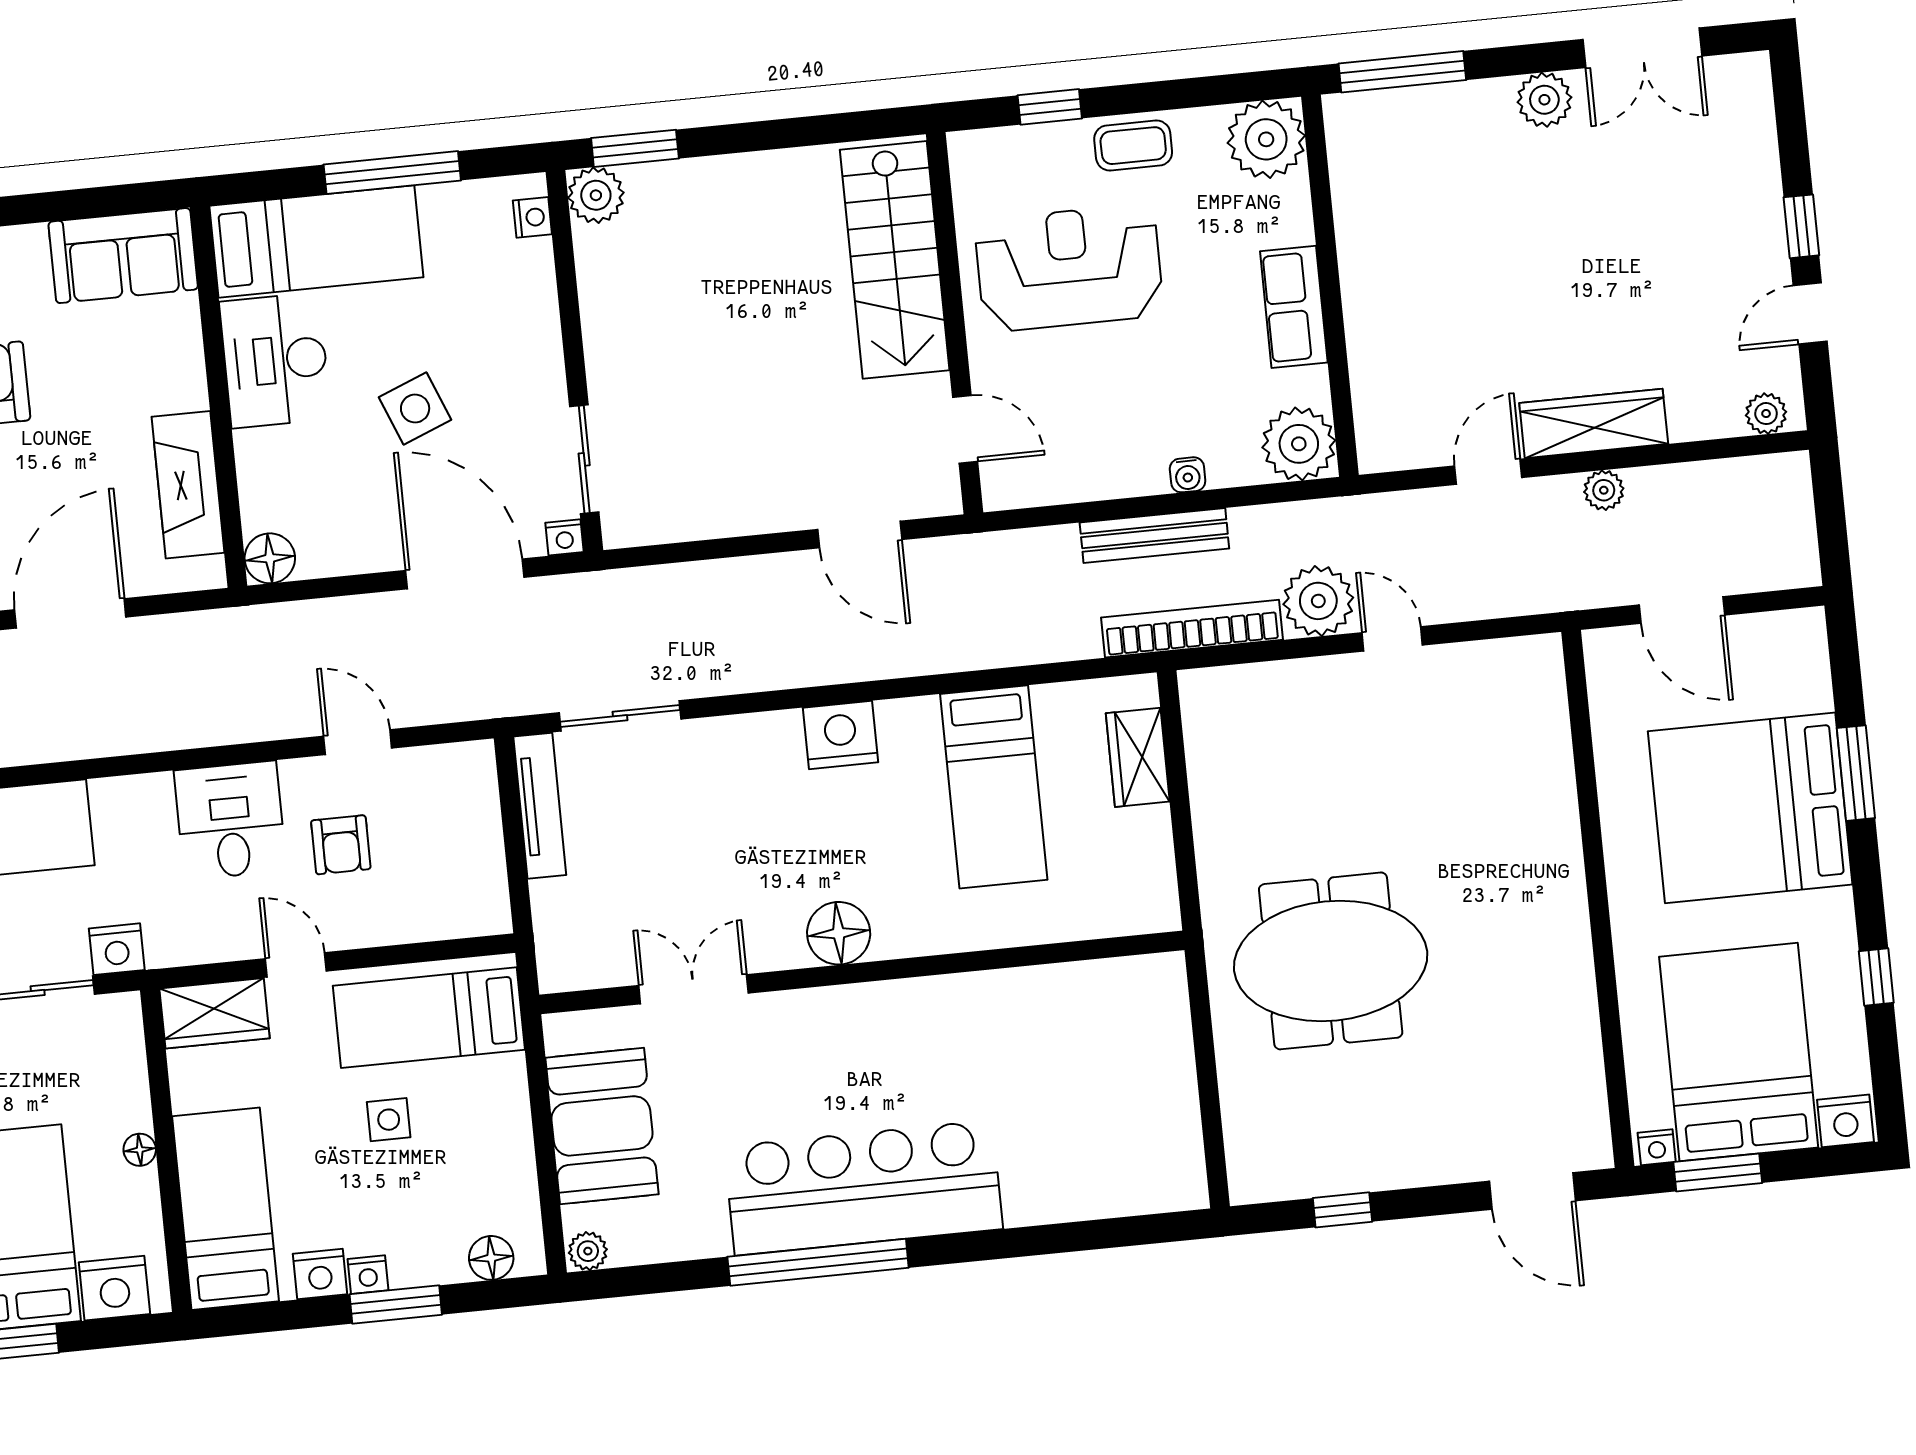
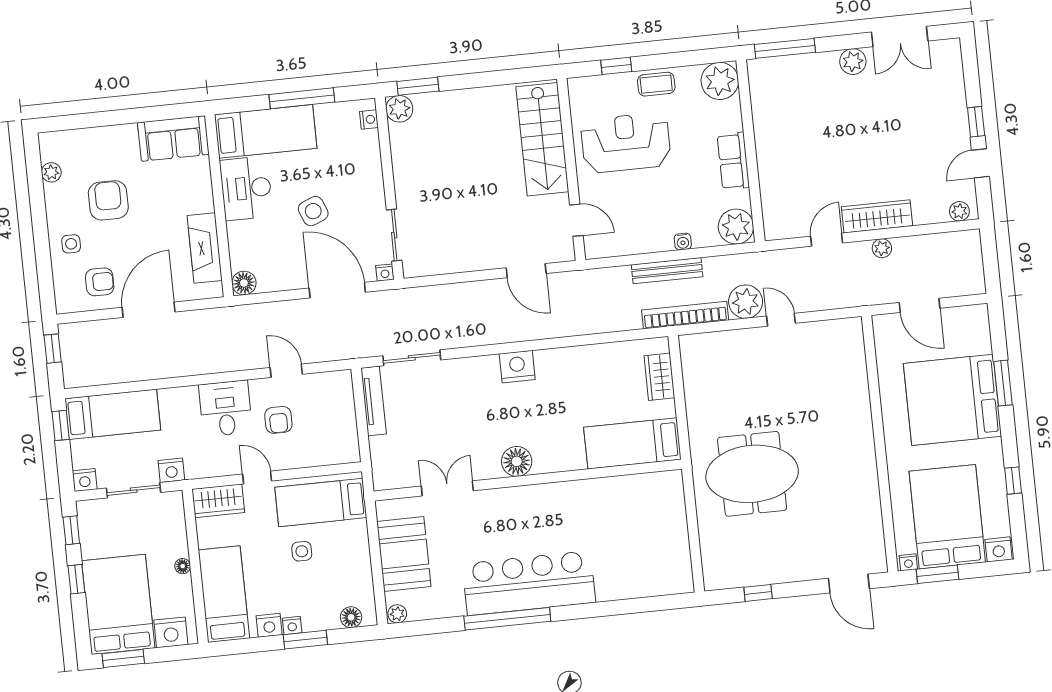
bed: (994, 787) -> (632, 443), moved, turned 90

